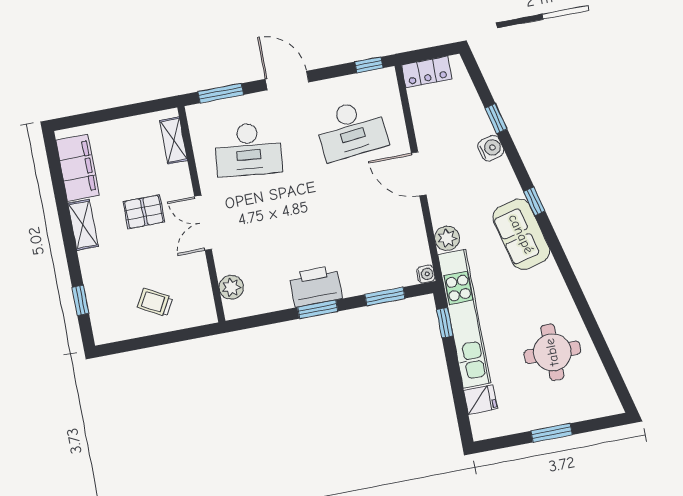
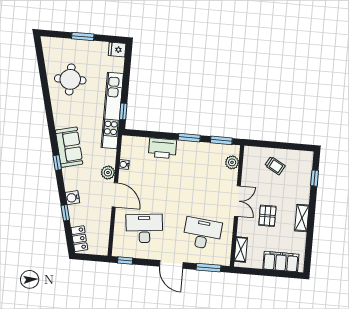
locker: (427, 72) -> (79, 239), moved, turned 76
filing cabinet: (78, 168) -> (281, 262), moved, turned 90
pallet: (144, 212) -> (267, 216), turned 90
plant: (447, 238) -> (108, 173), moved
water cooler: (426, 274) -> (124, 164), moved
printer: (316, 286) -> (162, 148), moved
window: (385, 296) -> (221, 140), moved
fridge: (480, 400) -> (117, 50), moved

